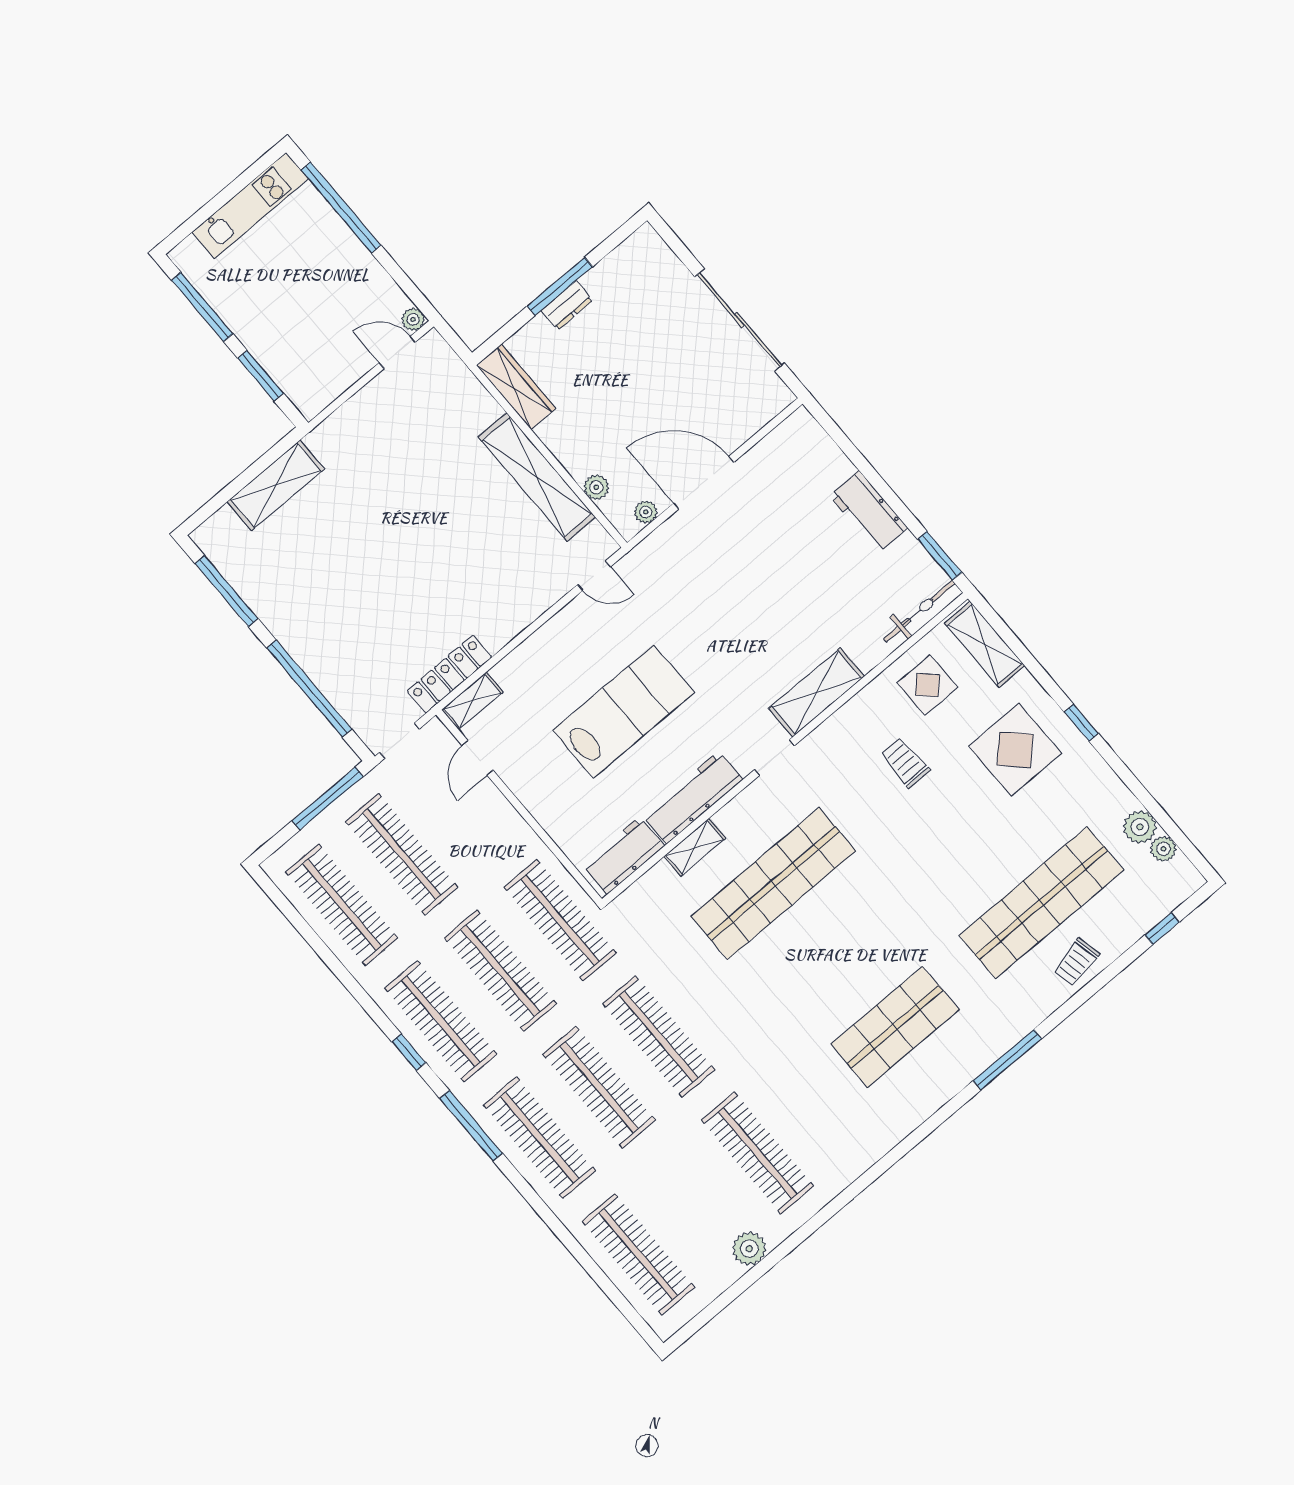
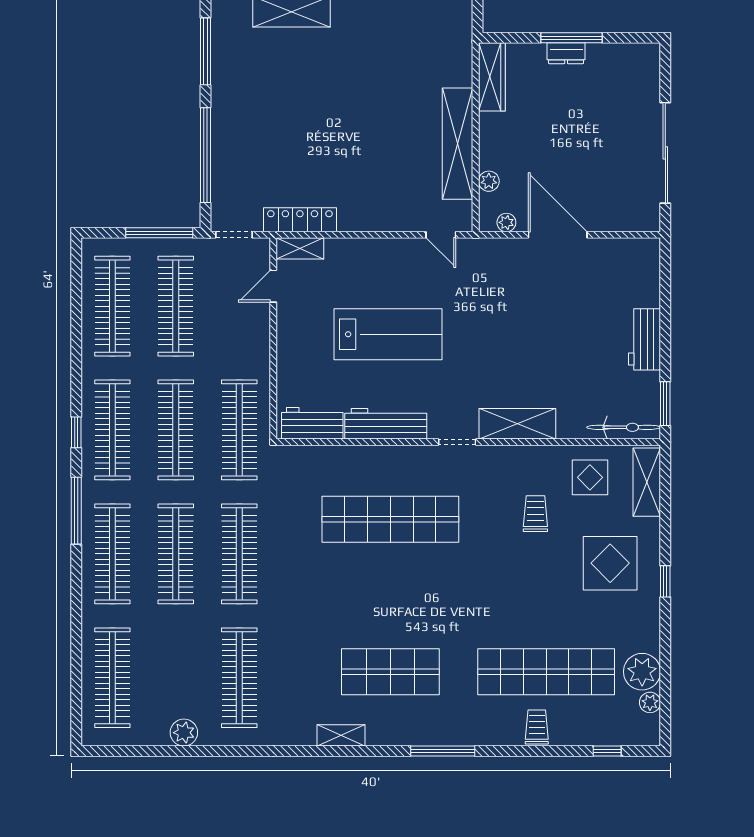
plant: (1140, 827) -> (642, 672), width x1.36, depth x1.36
shelving: (695, 847) -> (341, 735), moved
trolley: (1077, 962) -> (537, 727), turned 102

